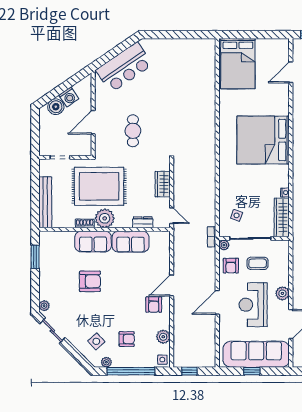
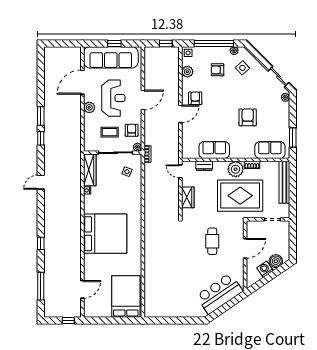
sofa: (93, 242) -> (270, 150), moved
armchair: (90, 281) -> (248, 117), turned 90

